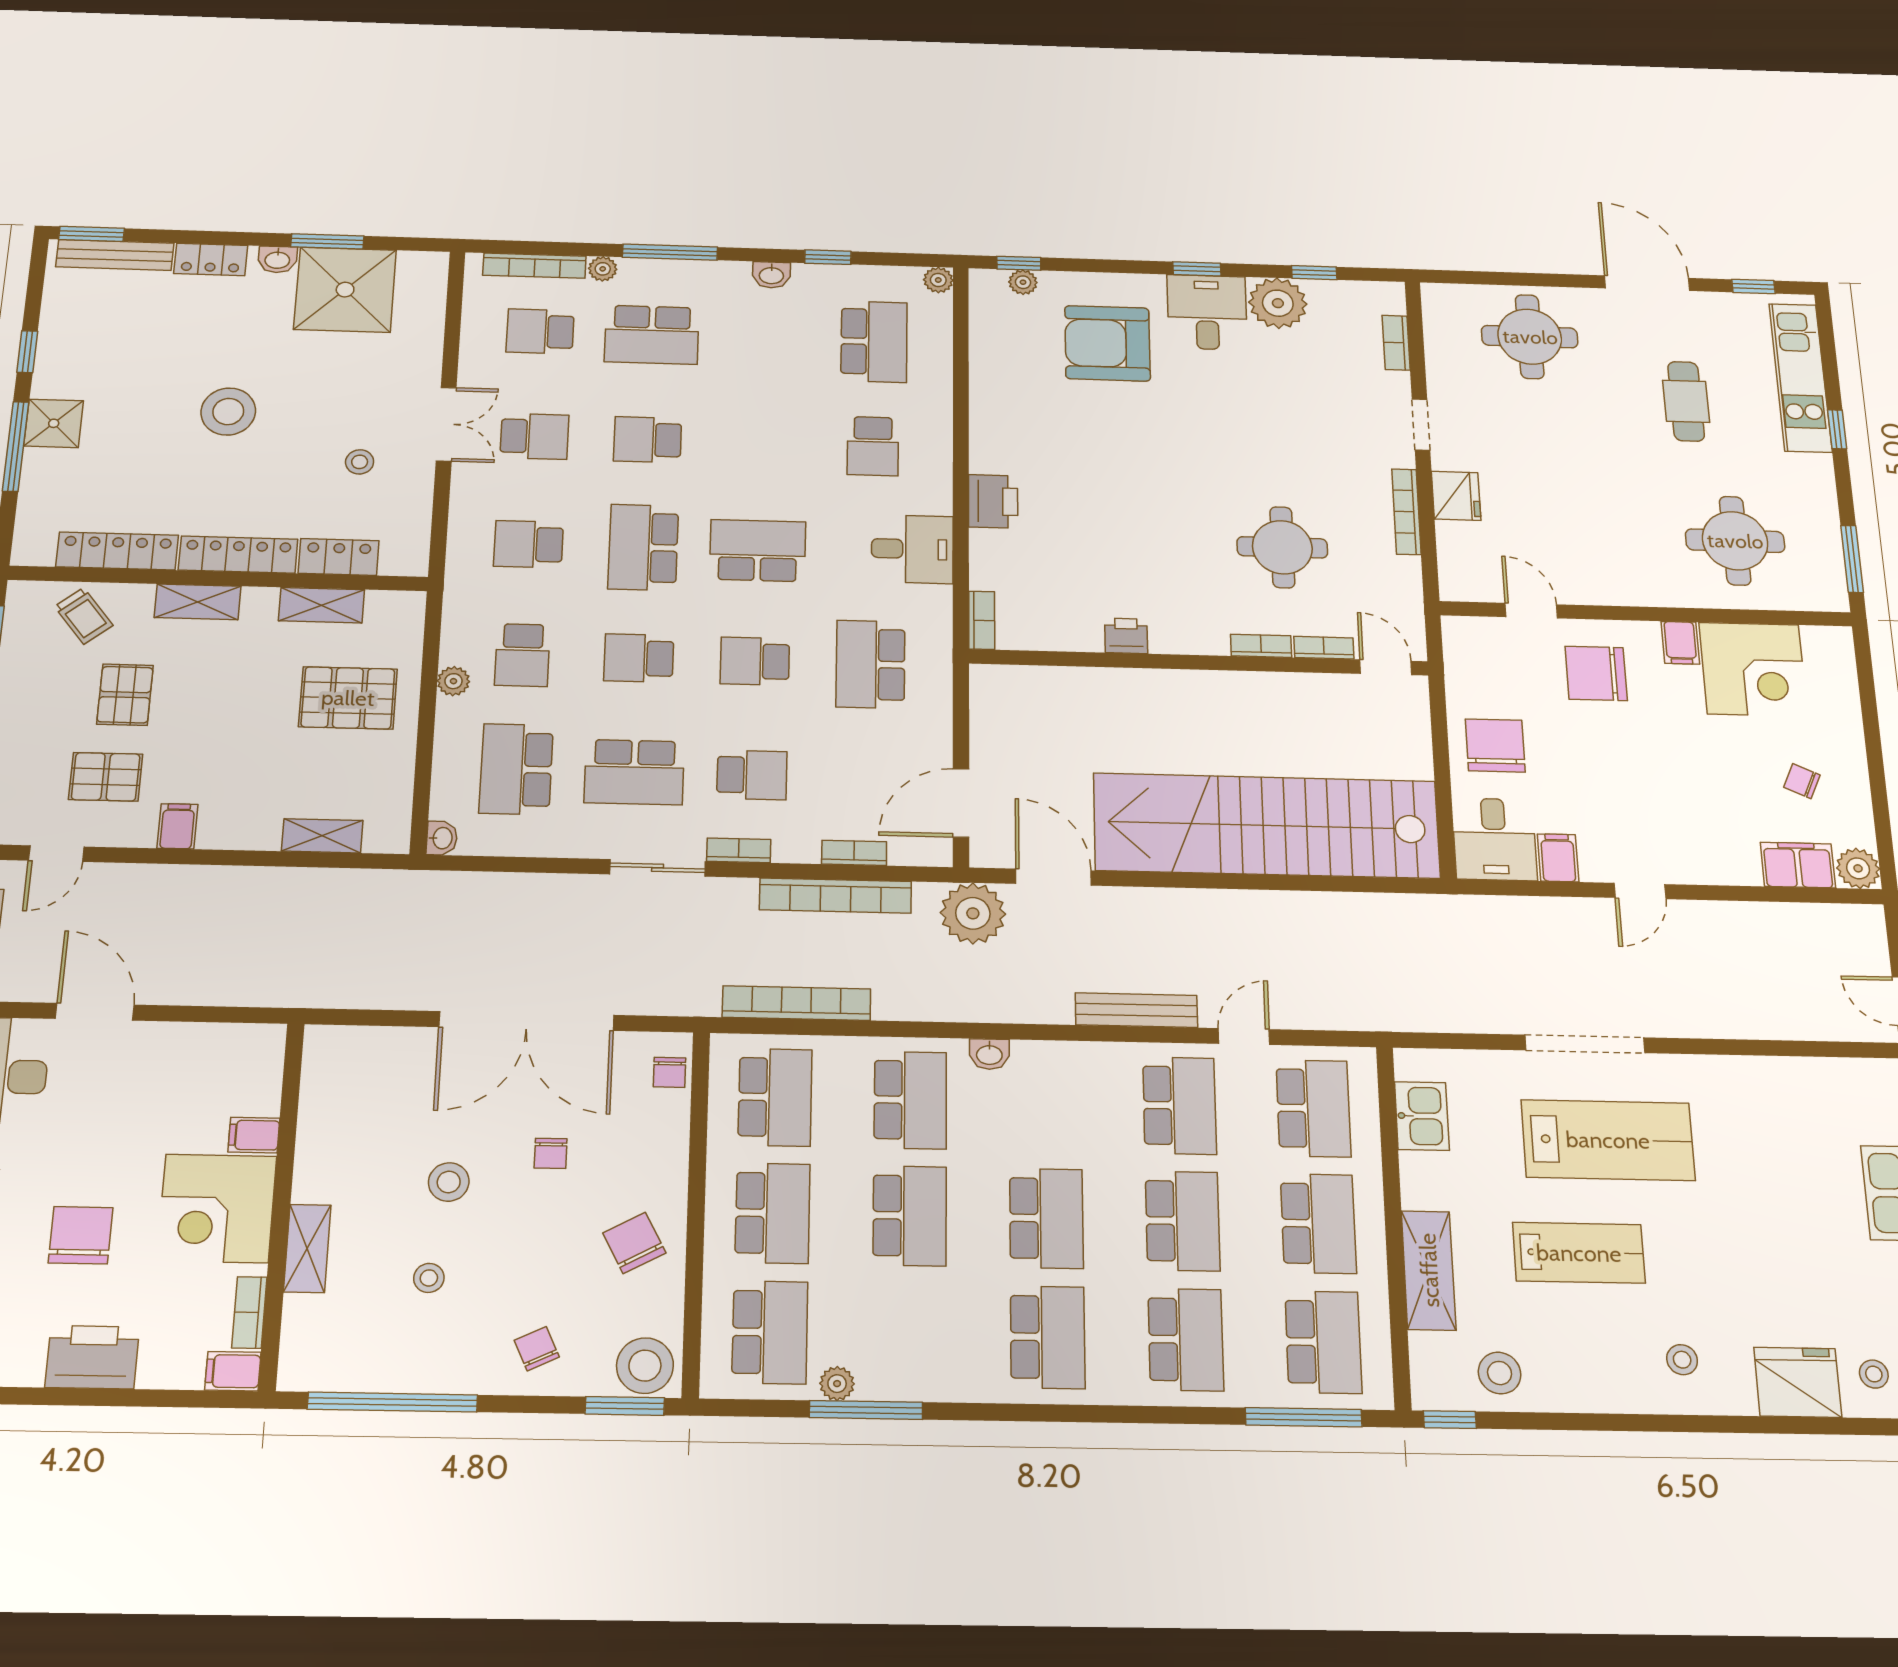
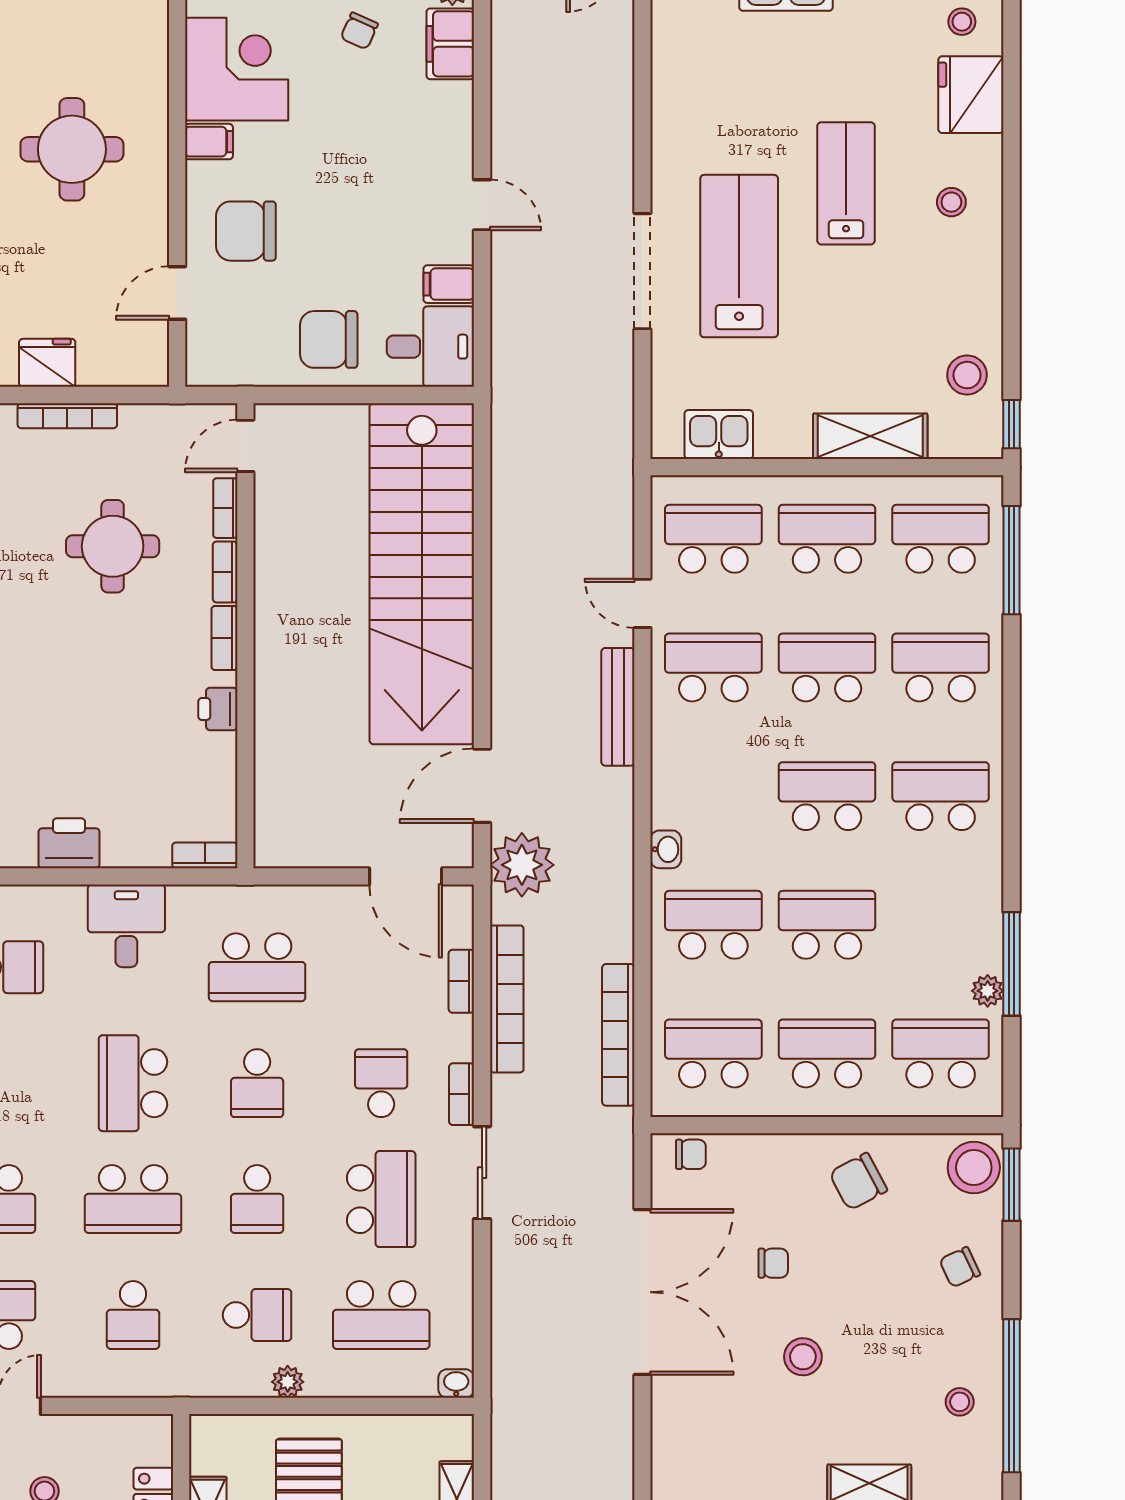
round table: (1735, 541) -> (72, 149), moved
bookcase: (1196, 644) -> (224, 638), added
chair: (1596, 673) -> (246, 231), turned 90
lab bench: (1579, 1253) -> (846, 183), moved
stool: (429, 1278) -> (960, 1402), moved

